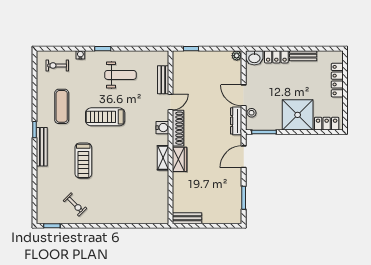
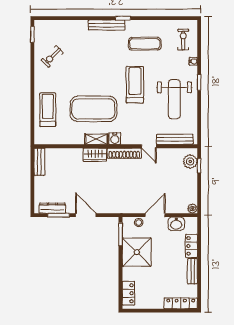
plant: (187, 58) -> (190, 161), added
washbasin: (254, 58) -> (176, 224), moved, turned -90
weight bench: (120, 75) -> (174, 99), width x1.36, depth x1.33
bench: (163, 80) -> (175, 139), width x1.36
locker: (337, 80) -> (181, 303), moved
shower: (298, 115) -> (137, 252), moved
dresser: (236, 121) -> (52, 208), moved
water cooler: (162, 128) -> (115, 139), moved
door: (244, 157) -> (86, 215), moved
treadmill: (83, 161) -> (48, 110), moved, turned 90
exercise mat: (131, 161) -> (93, 109), added

